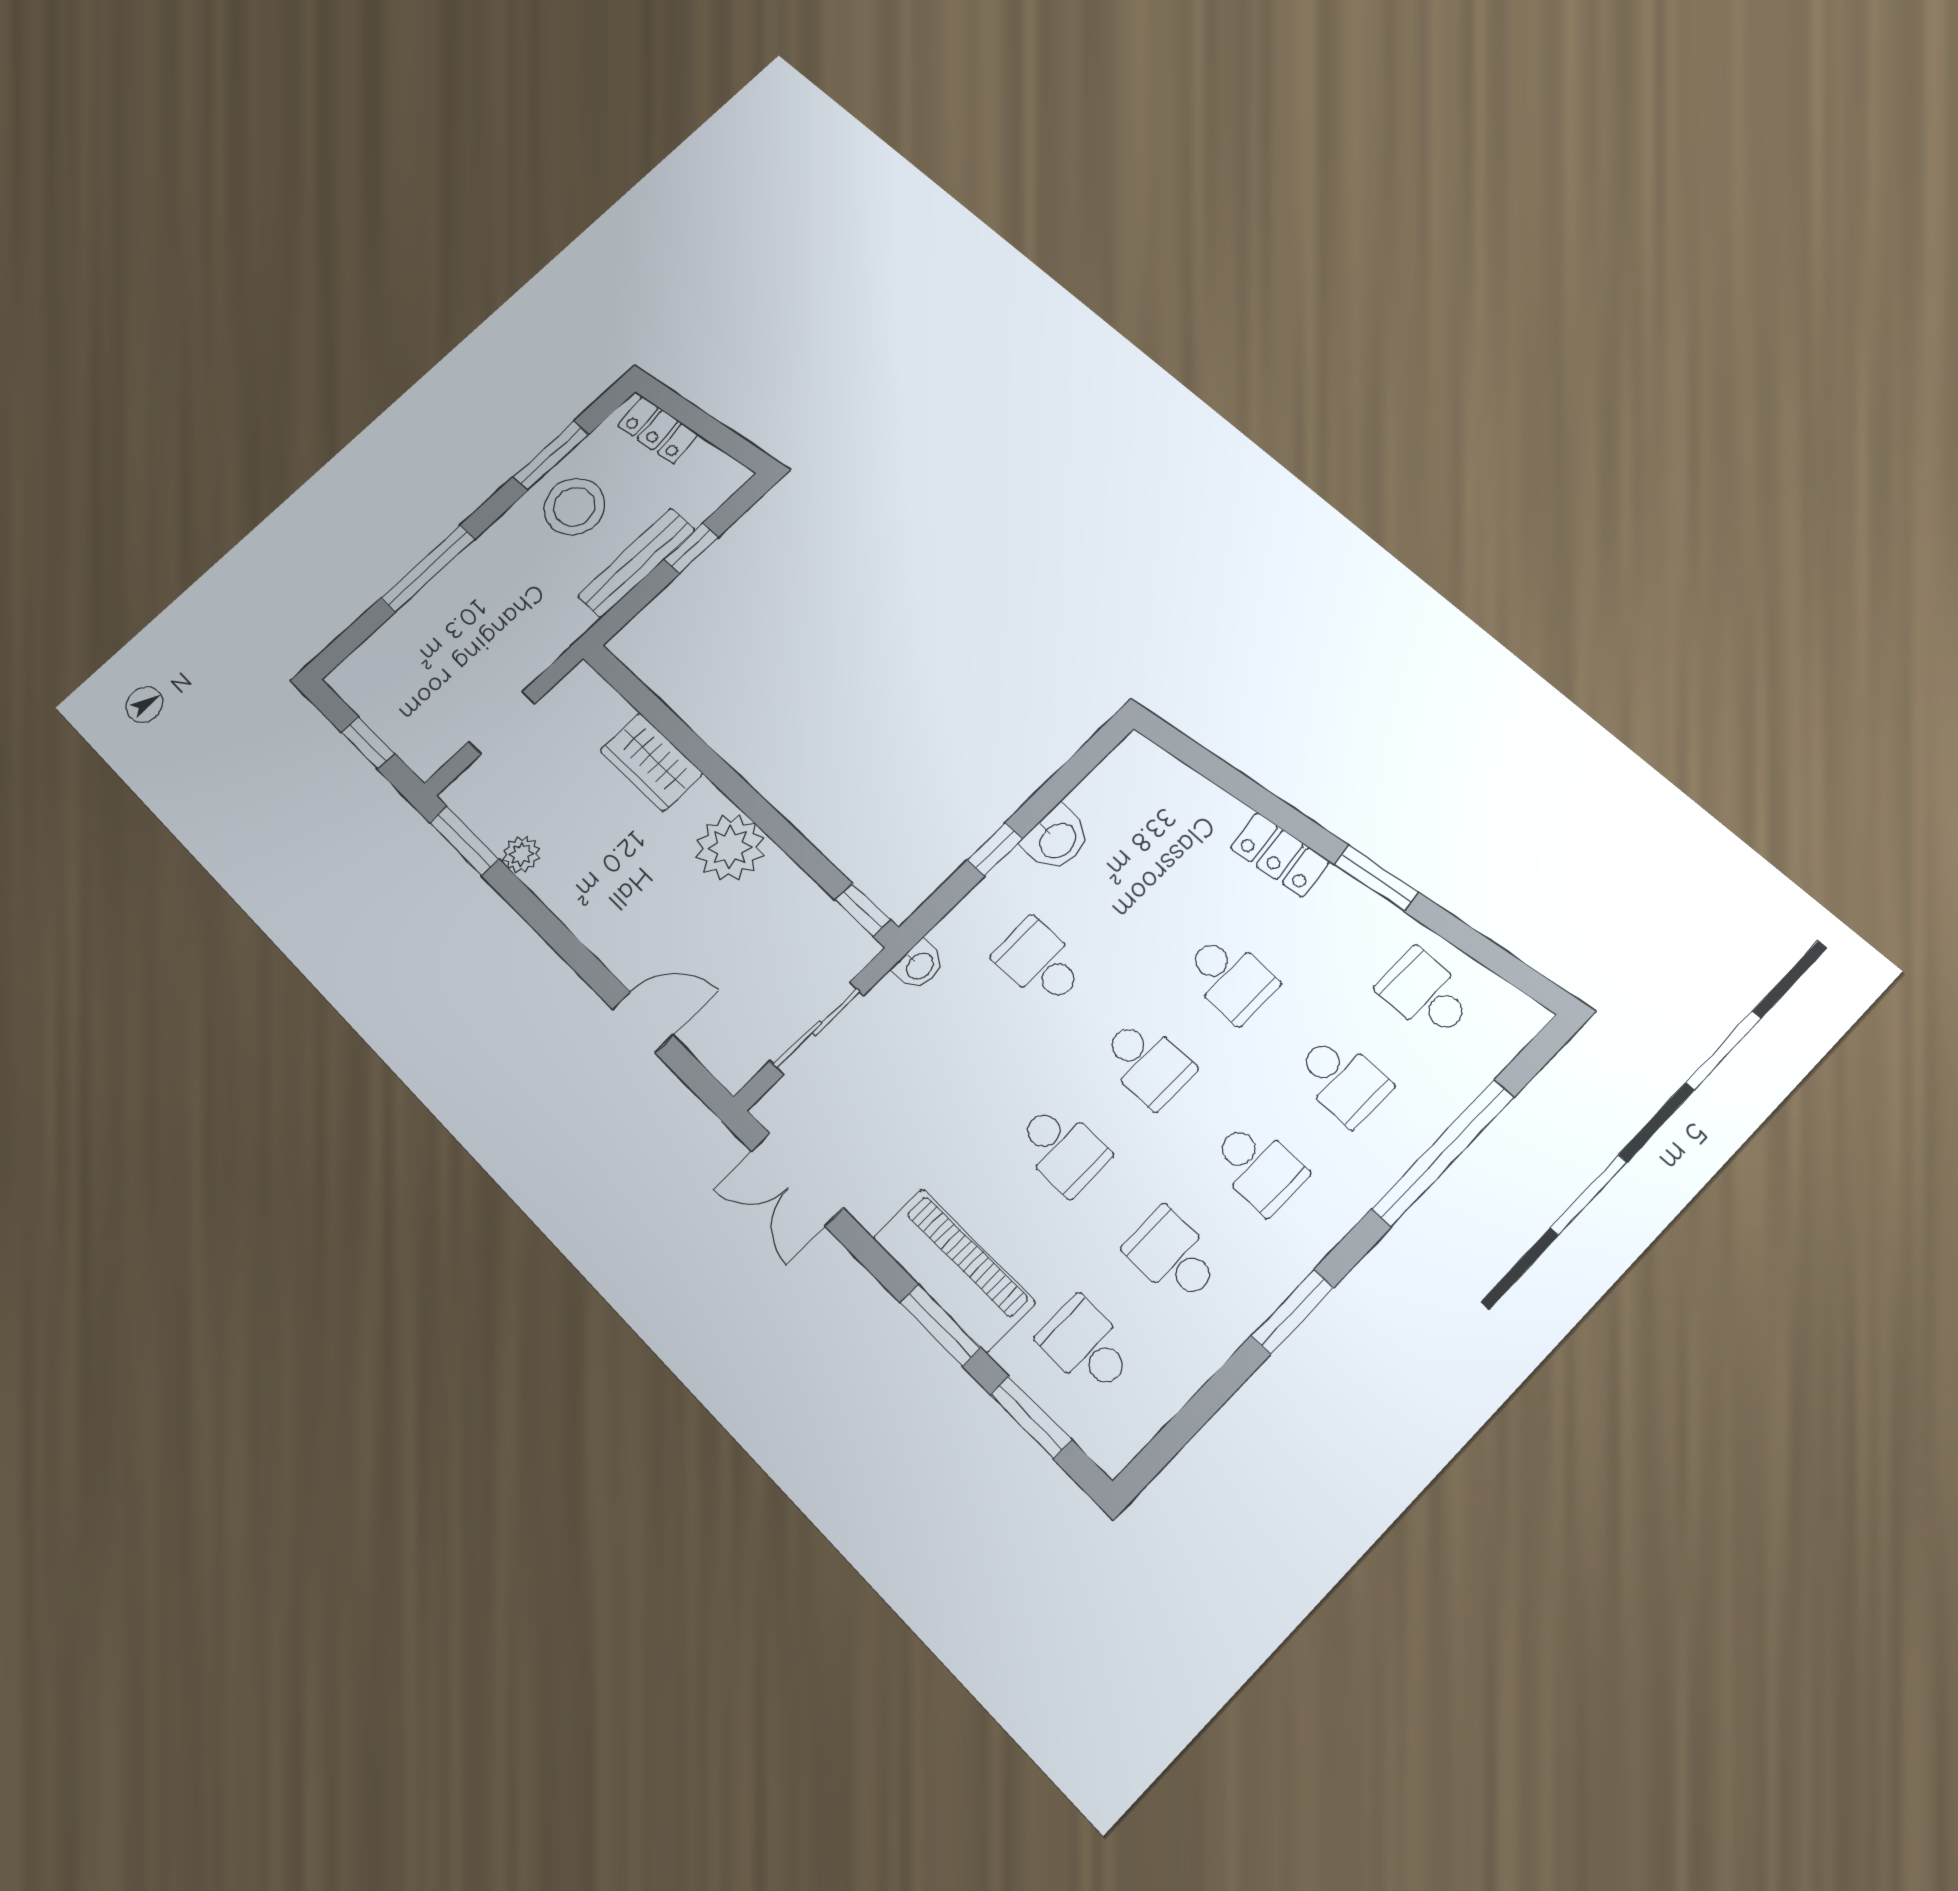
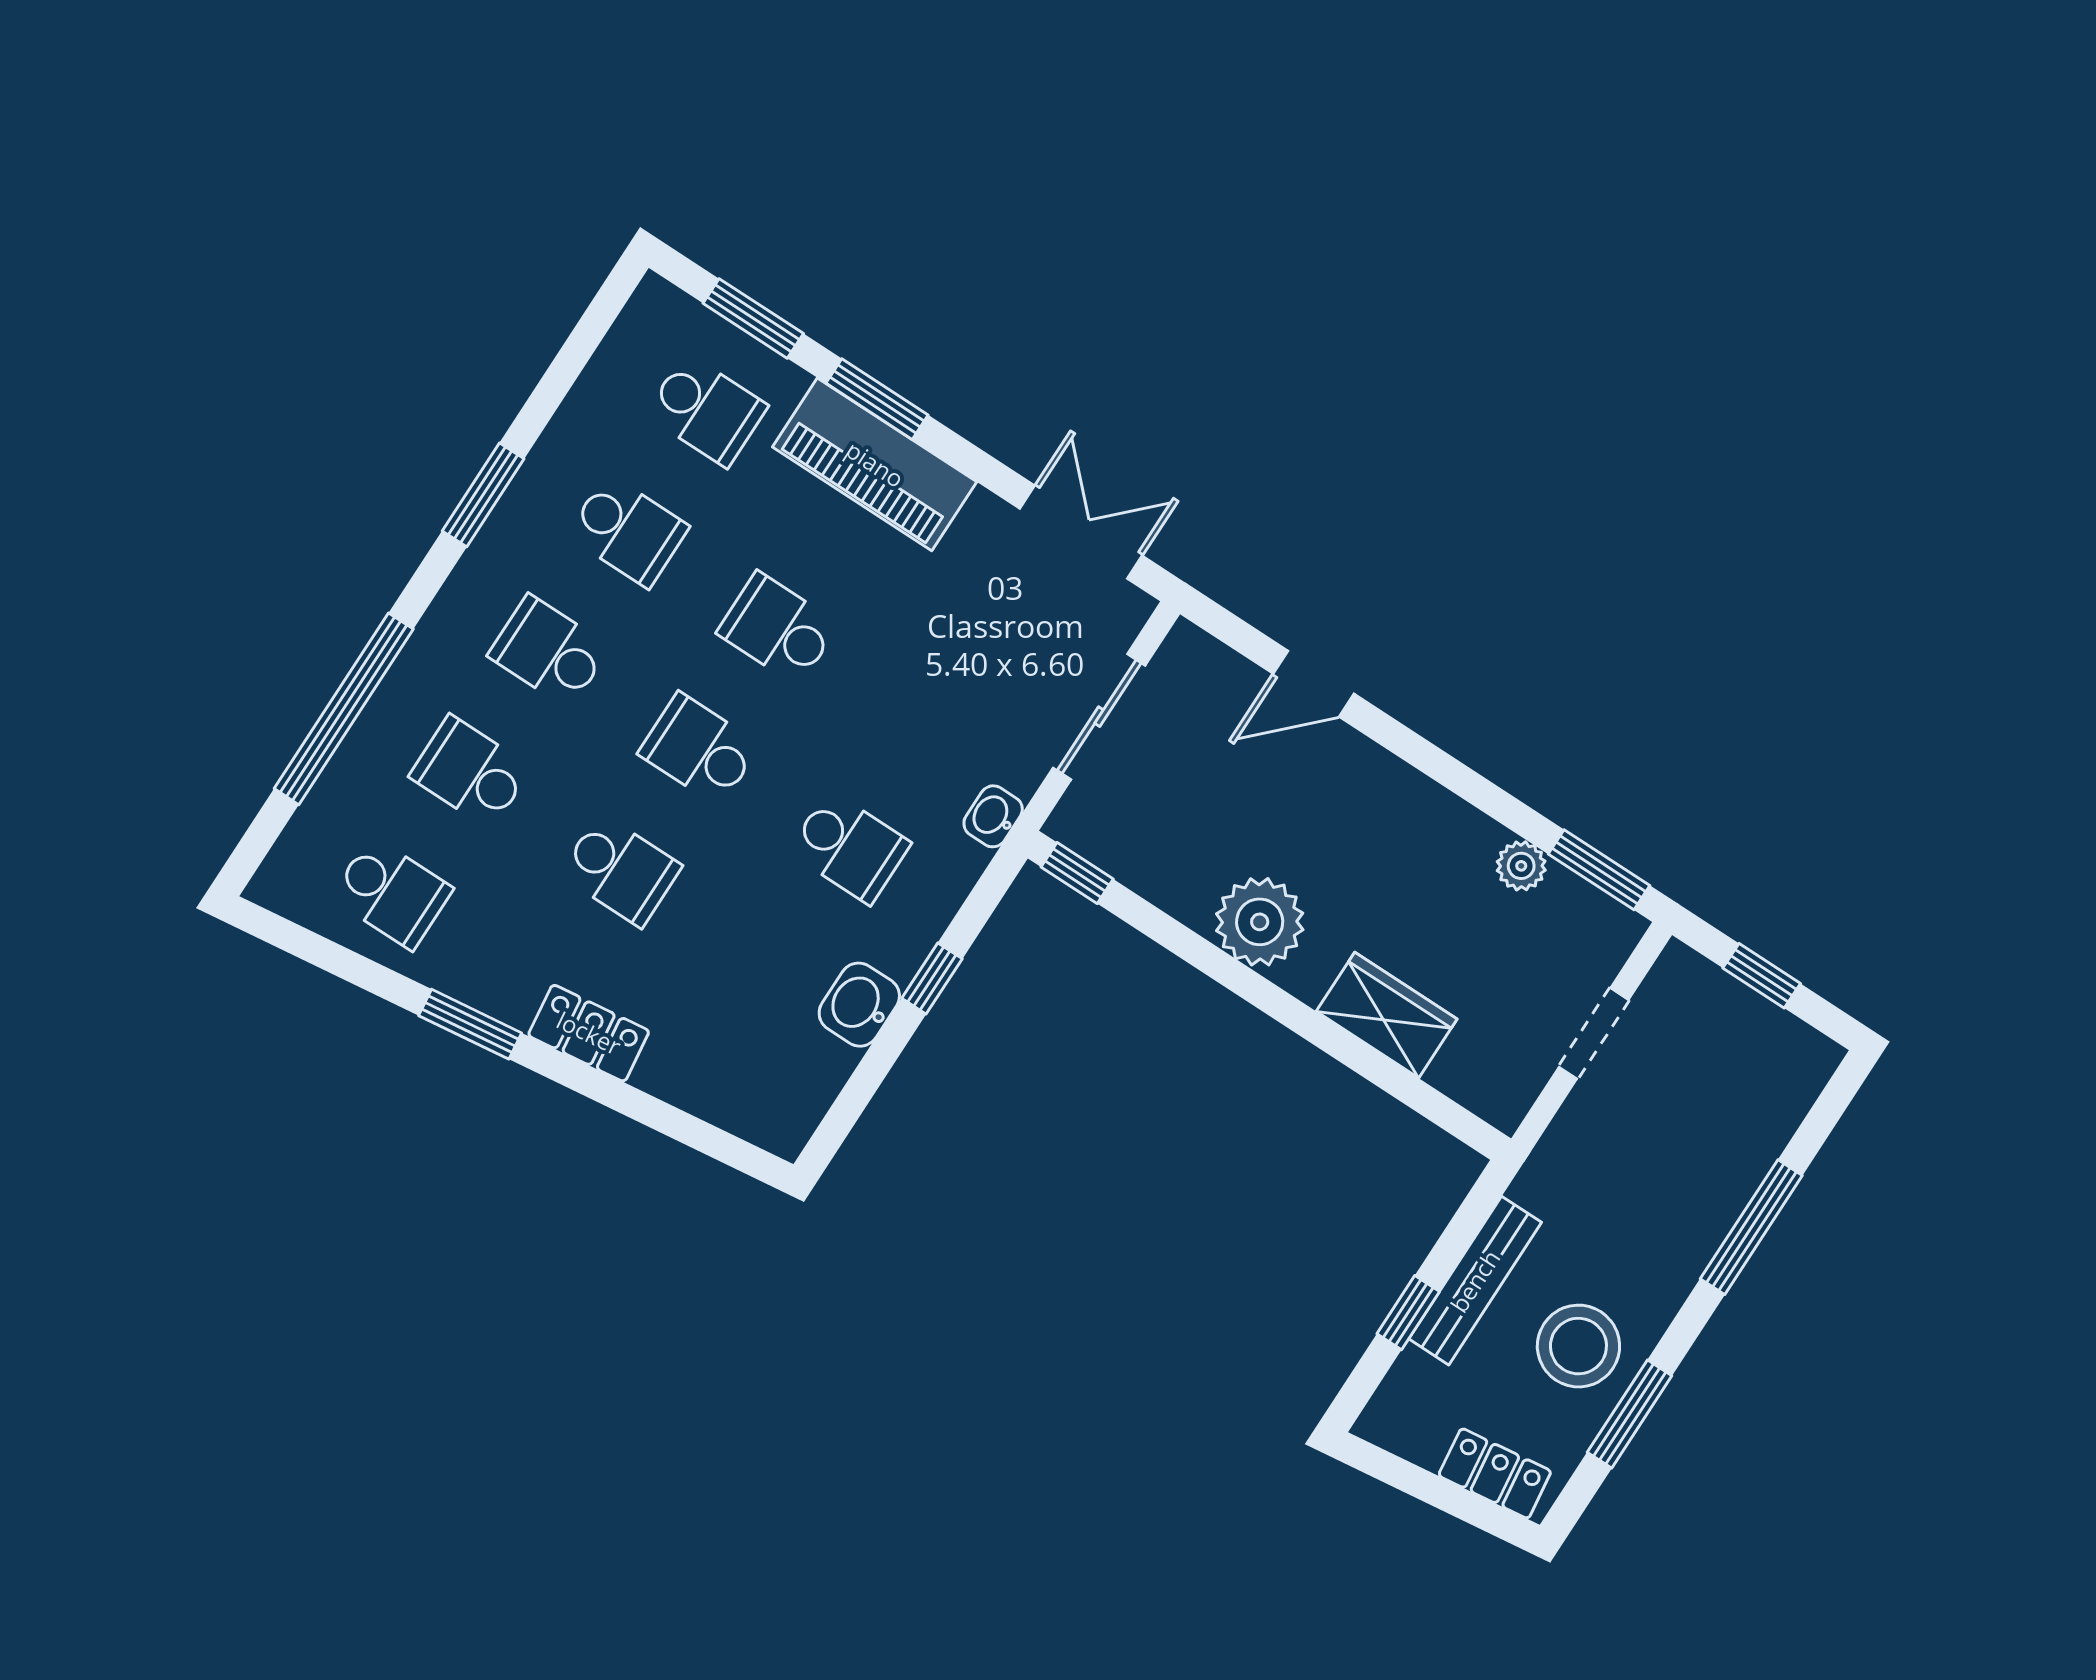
school desk: (1230, 978) -> (621, 870), turned 180

